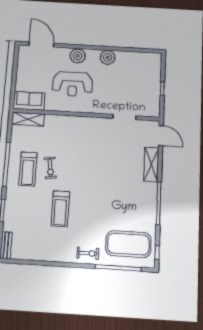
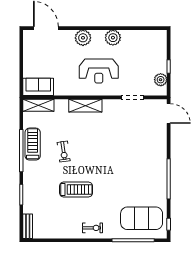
reception desk: (73, 84) -> (99, 71), moved
plant: (154, 101) -> (161, 80), added
shelving: (151, 164) -> (85, 106), moved, turned 90
treadmill: (28, 169) -> (33, 144), moved, turned 180
treadmill: (60, 209) -> (76, 189), turned -90
exercise bike: (88, 253) -> (93, 228), moved

